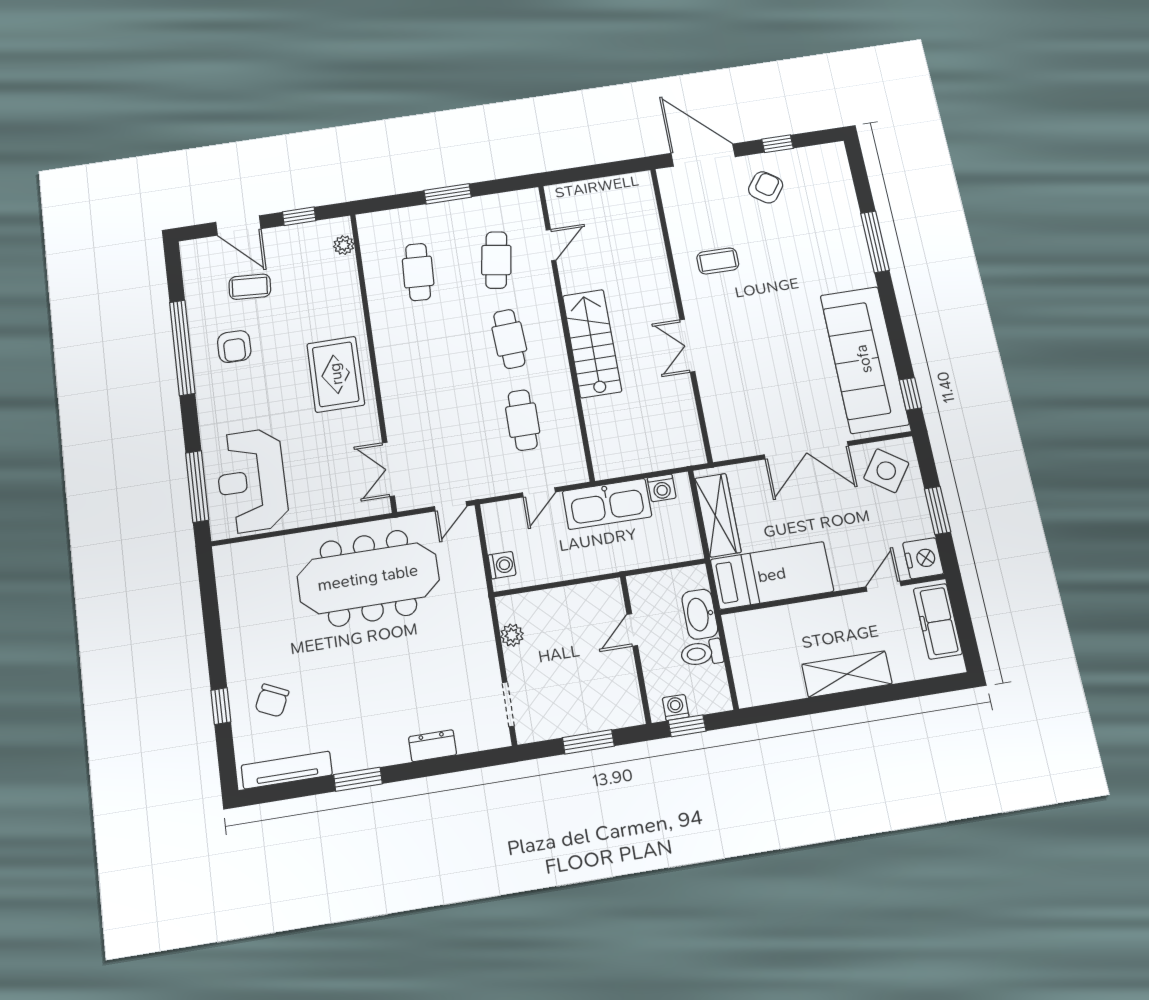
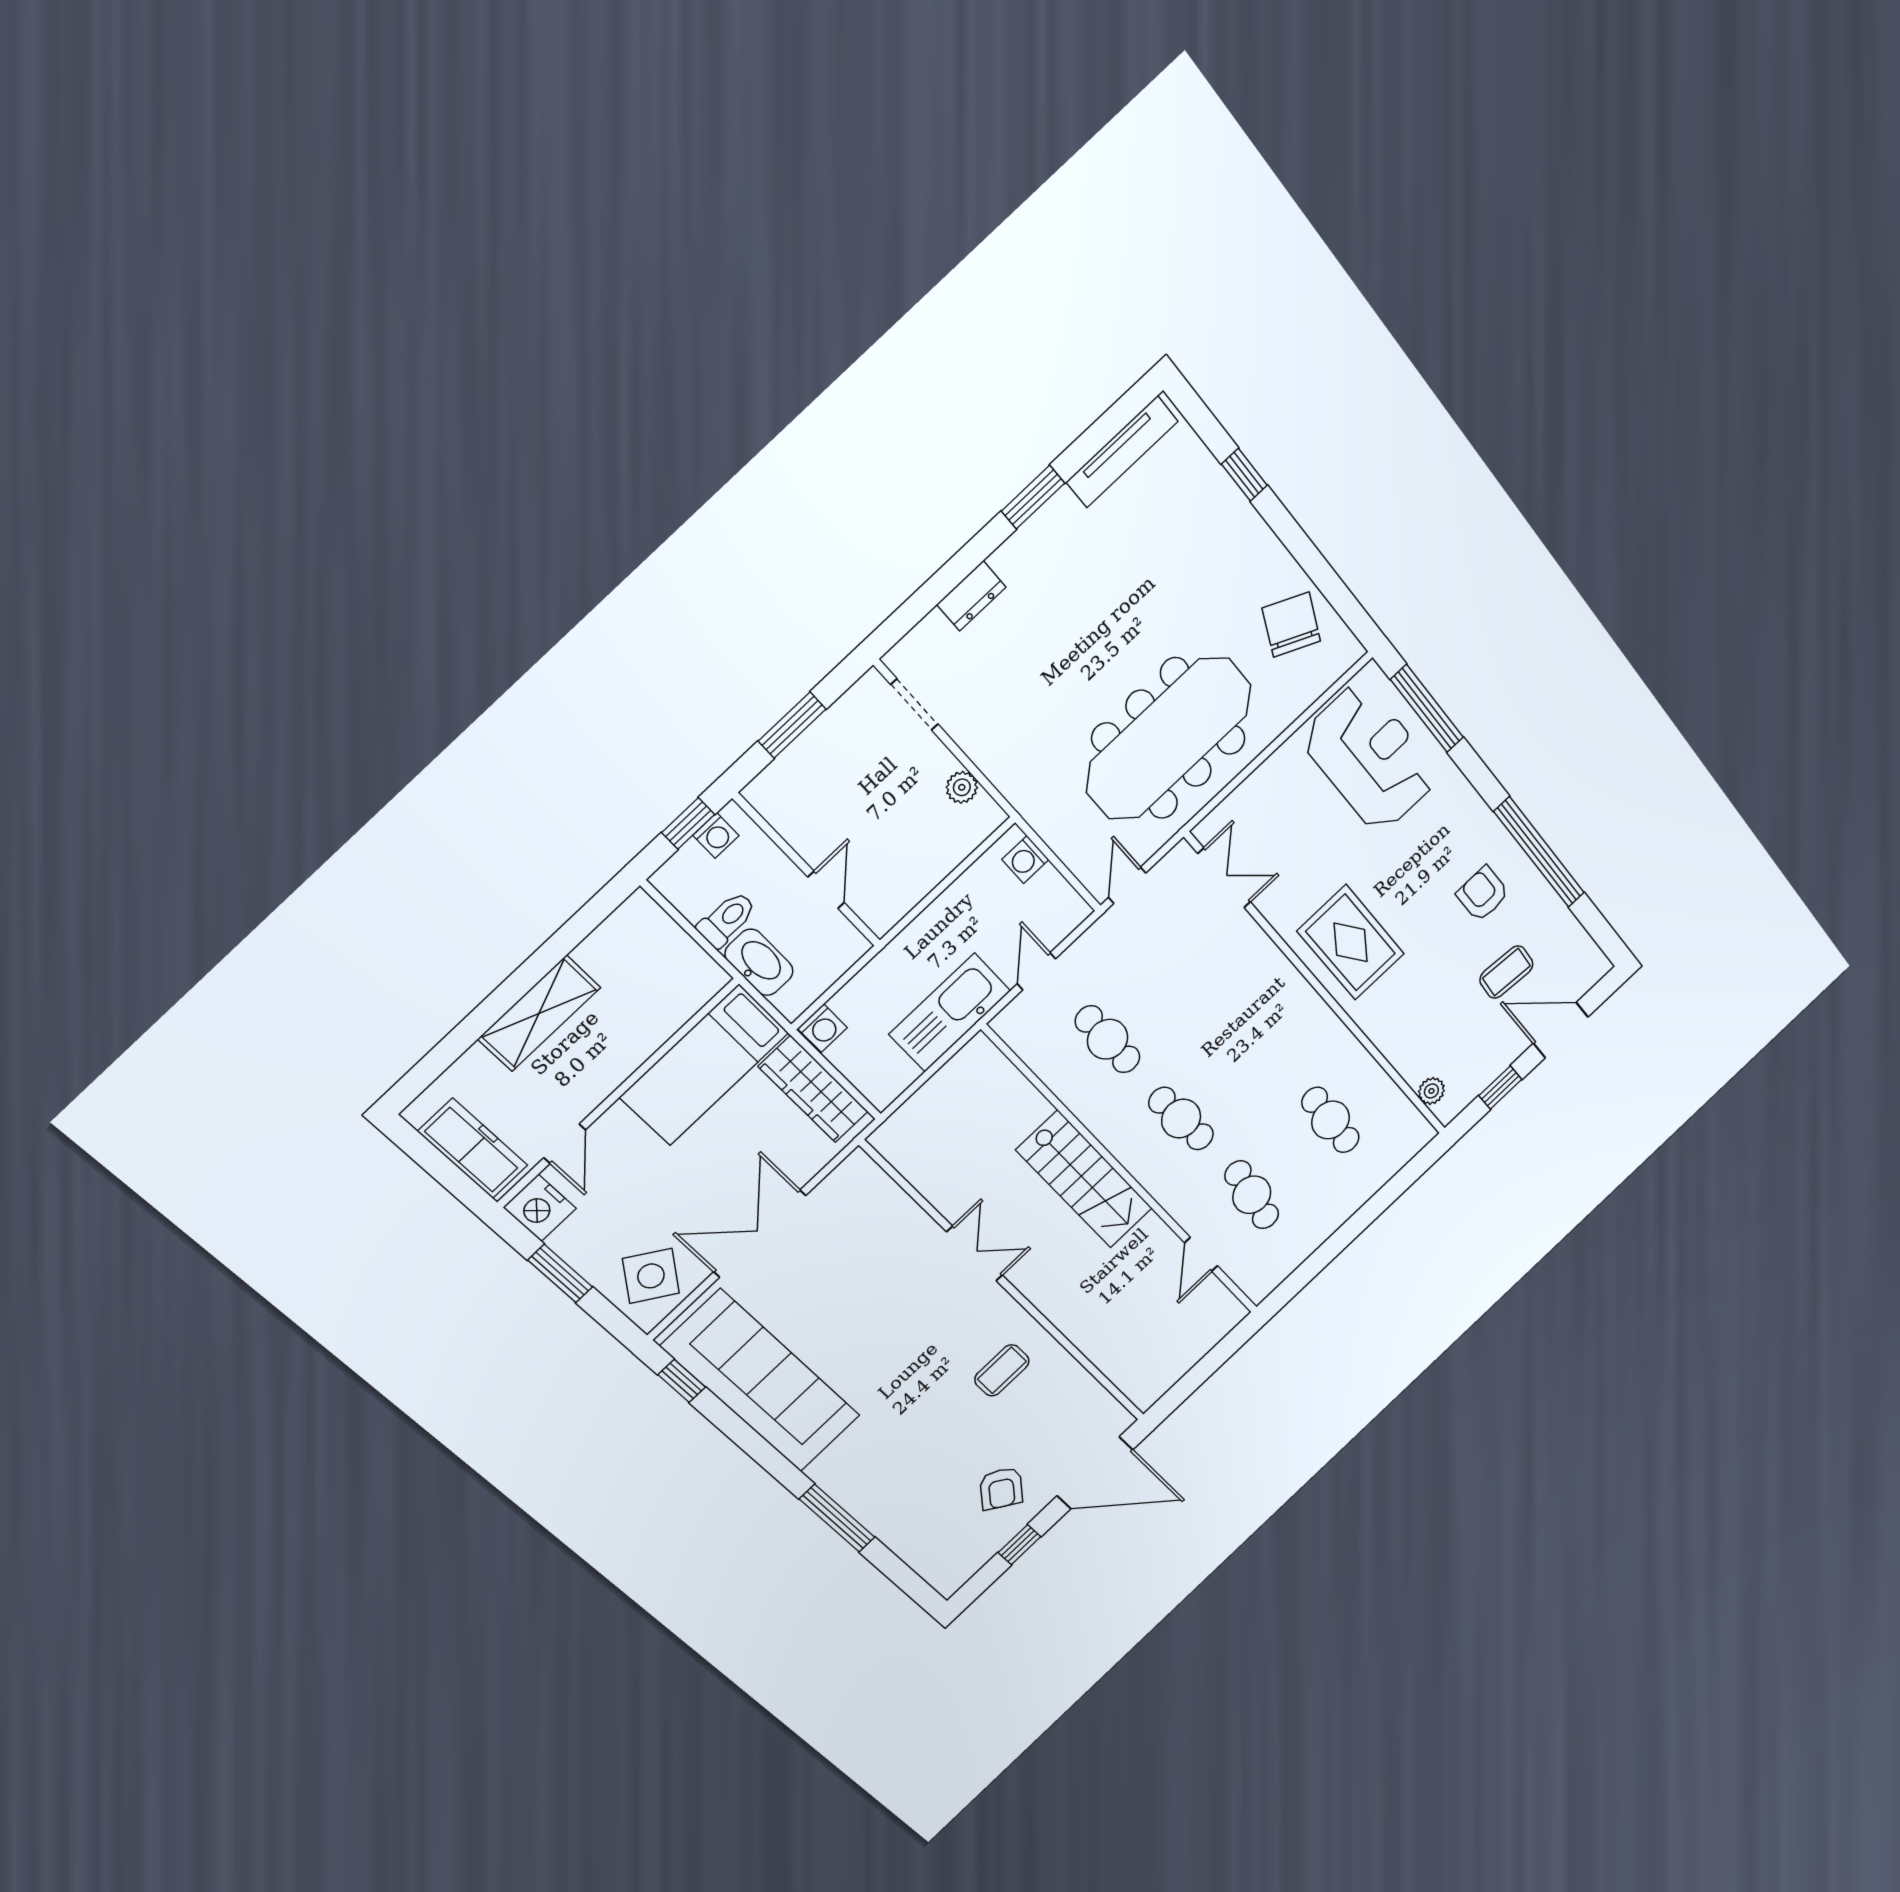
window: (448, 194) -> (1352, 1228), removed
washing machine: (662, 488) -> (822, 1028), moved, turned 180
chair: (272, 701) -> (1291, 625), moved, width x1.37, depth x1.37

